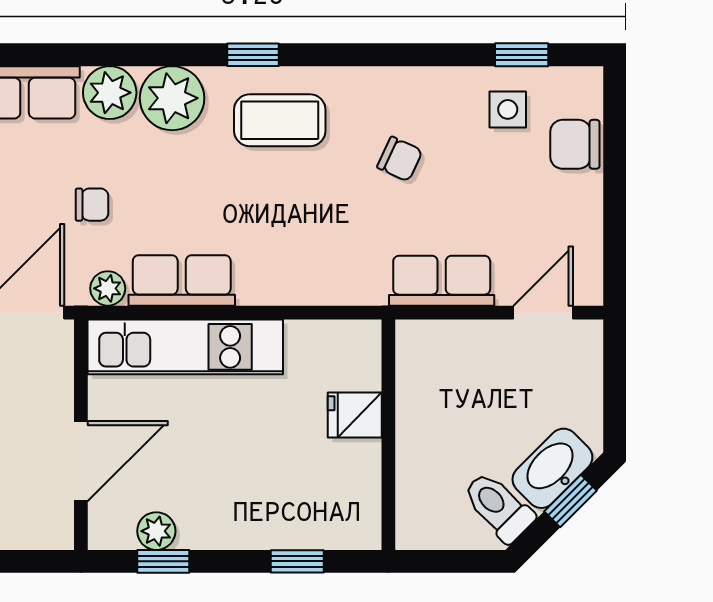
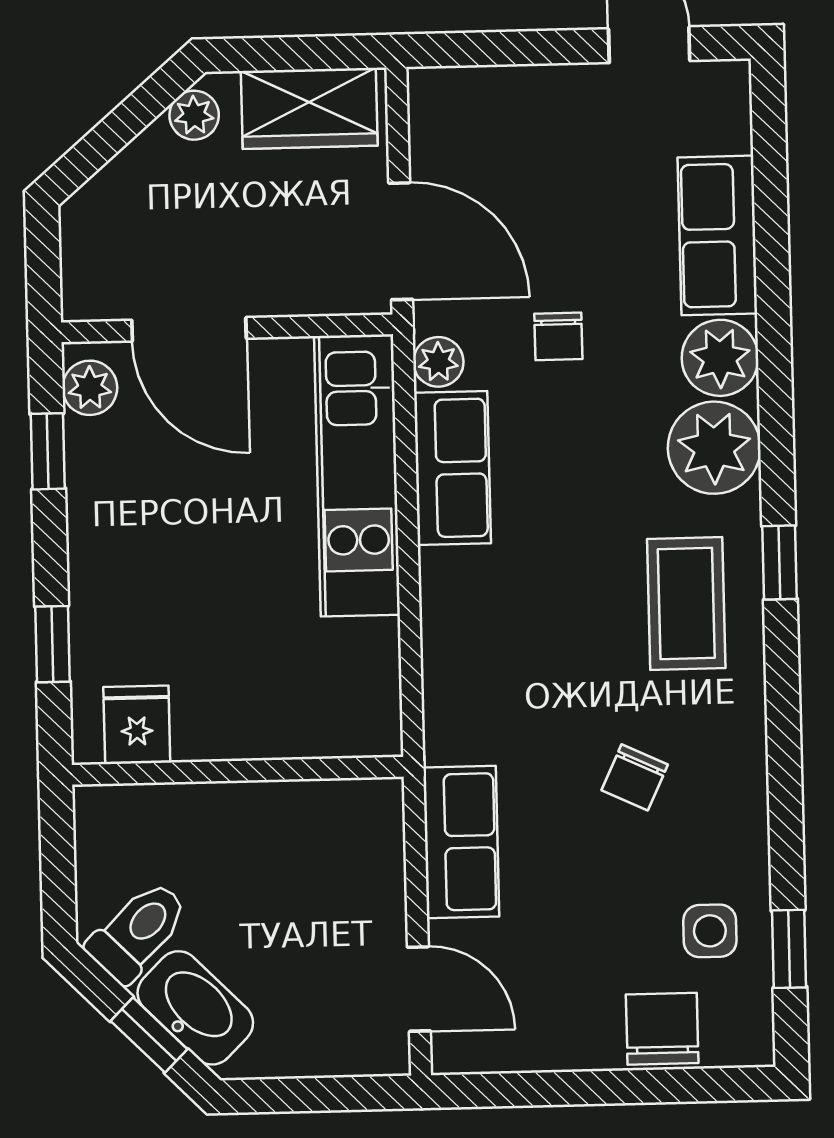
fridge: (355, 415) -> (137, 725), moved
plant: (156, 531) -> (90, 388), moved

